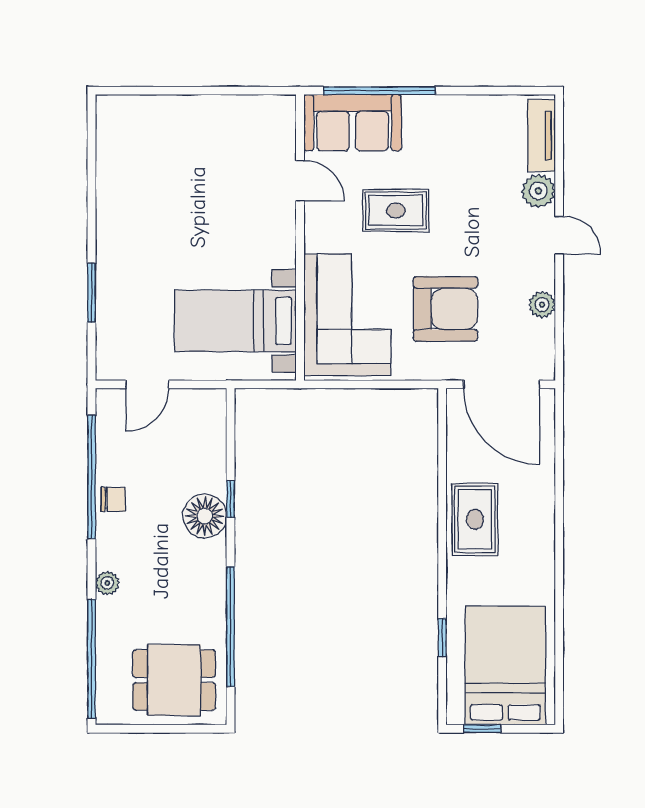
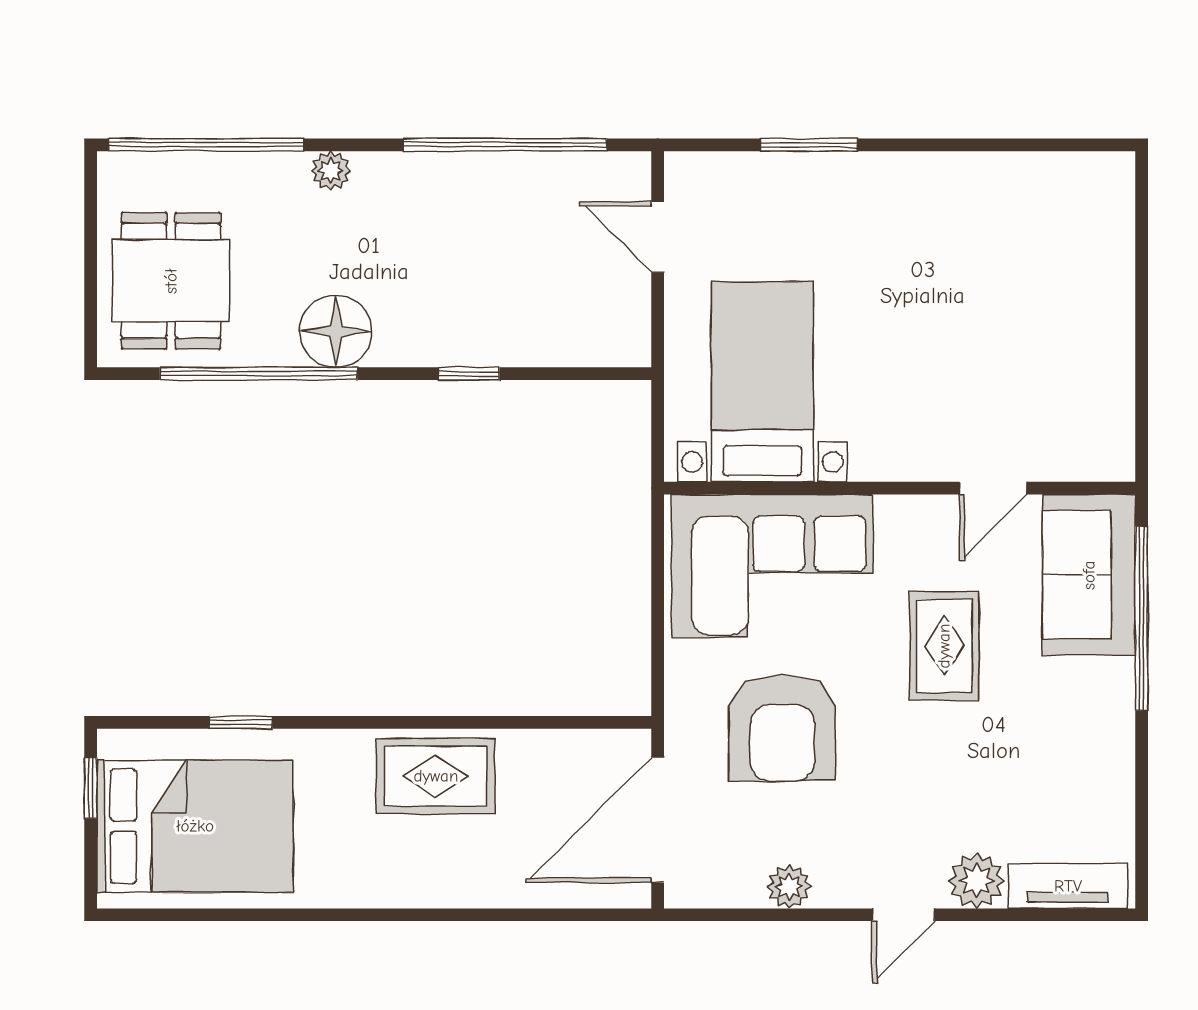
chair: (113, 499) -> (468, 181), removed
floor lamp: (205, 516) -> (336, 331), moved

